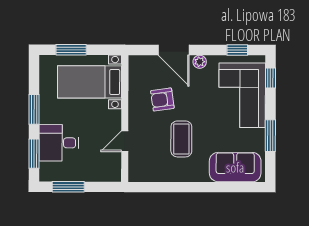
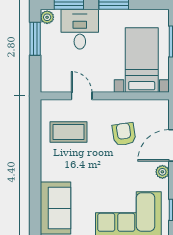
coffee table: (181, 139) -> (68, 132), moved
plant: (47, 175) -> (47, 17), added

